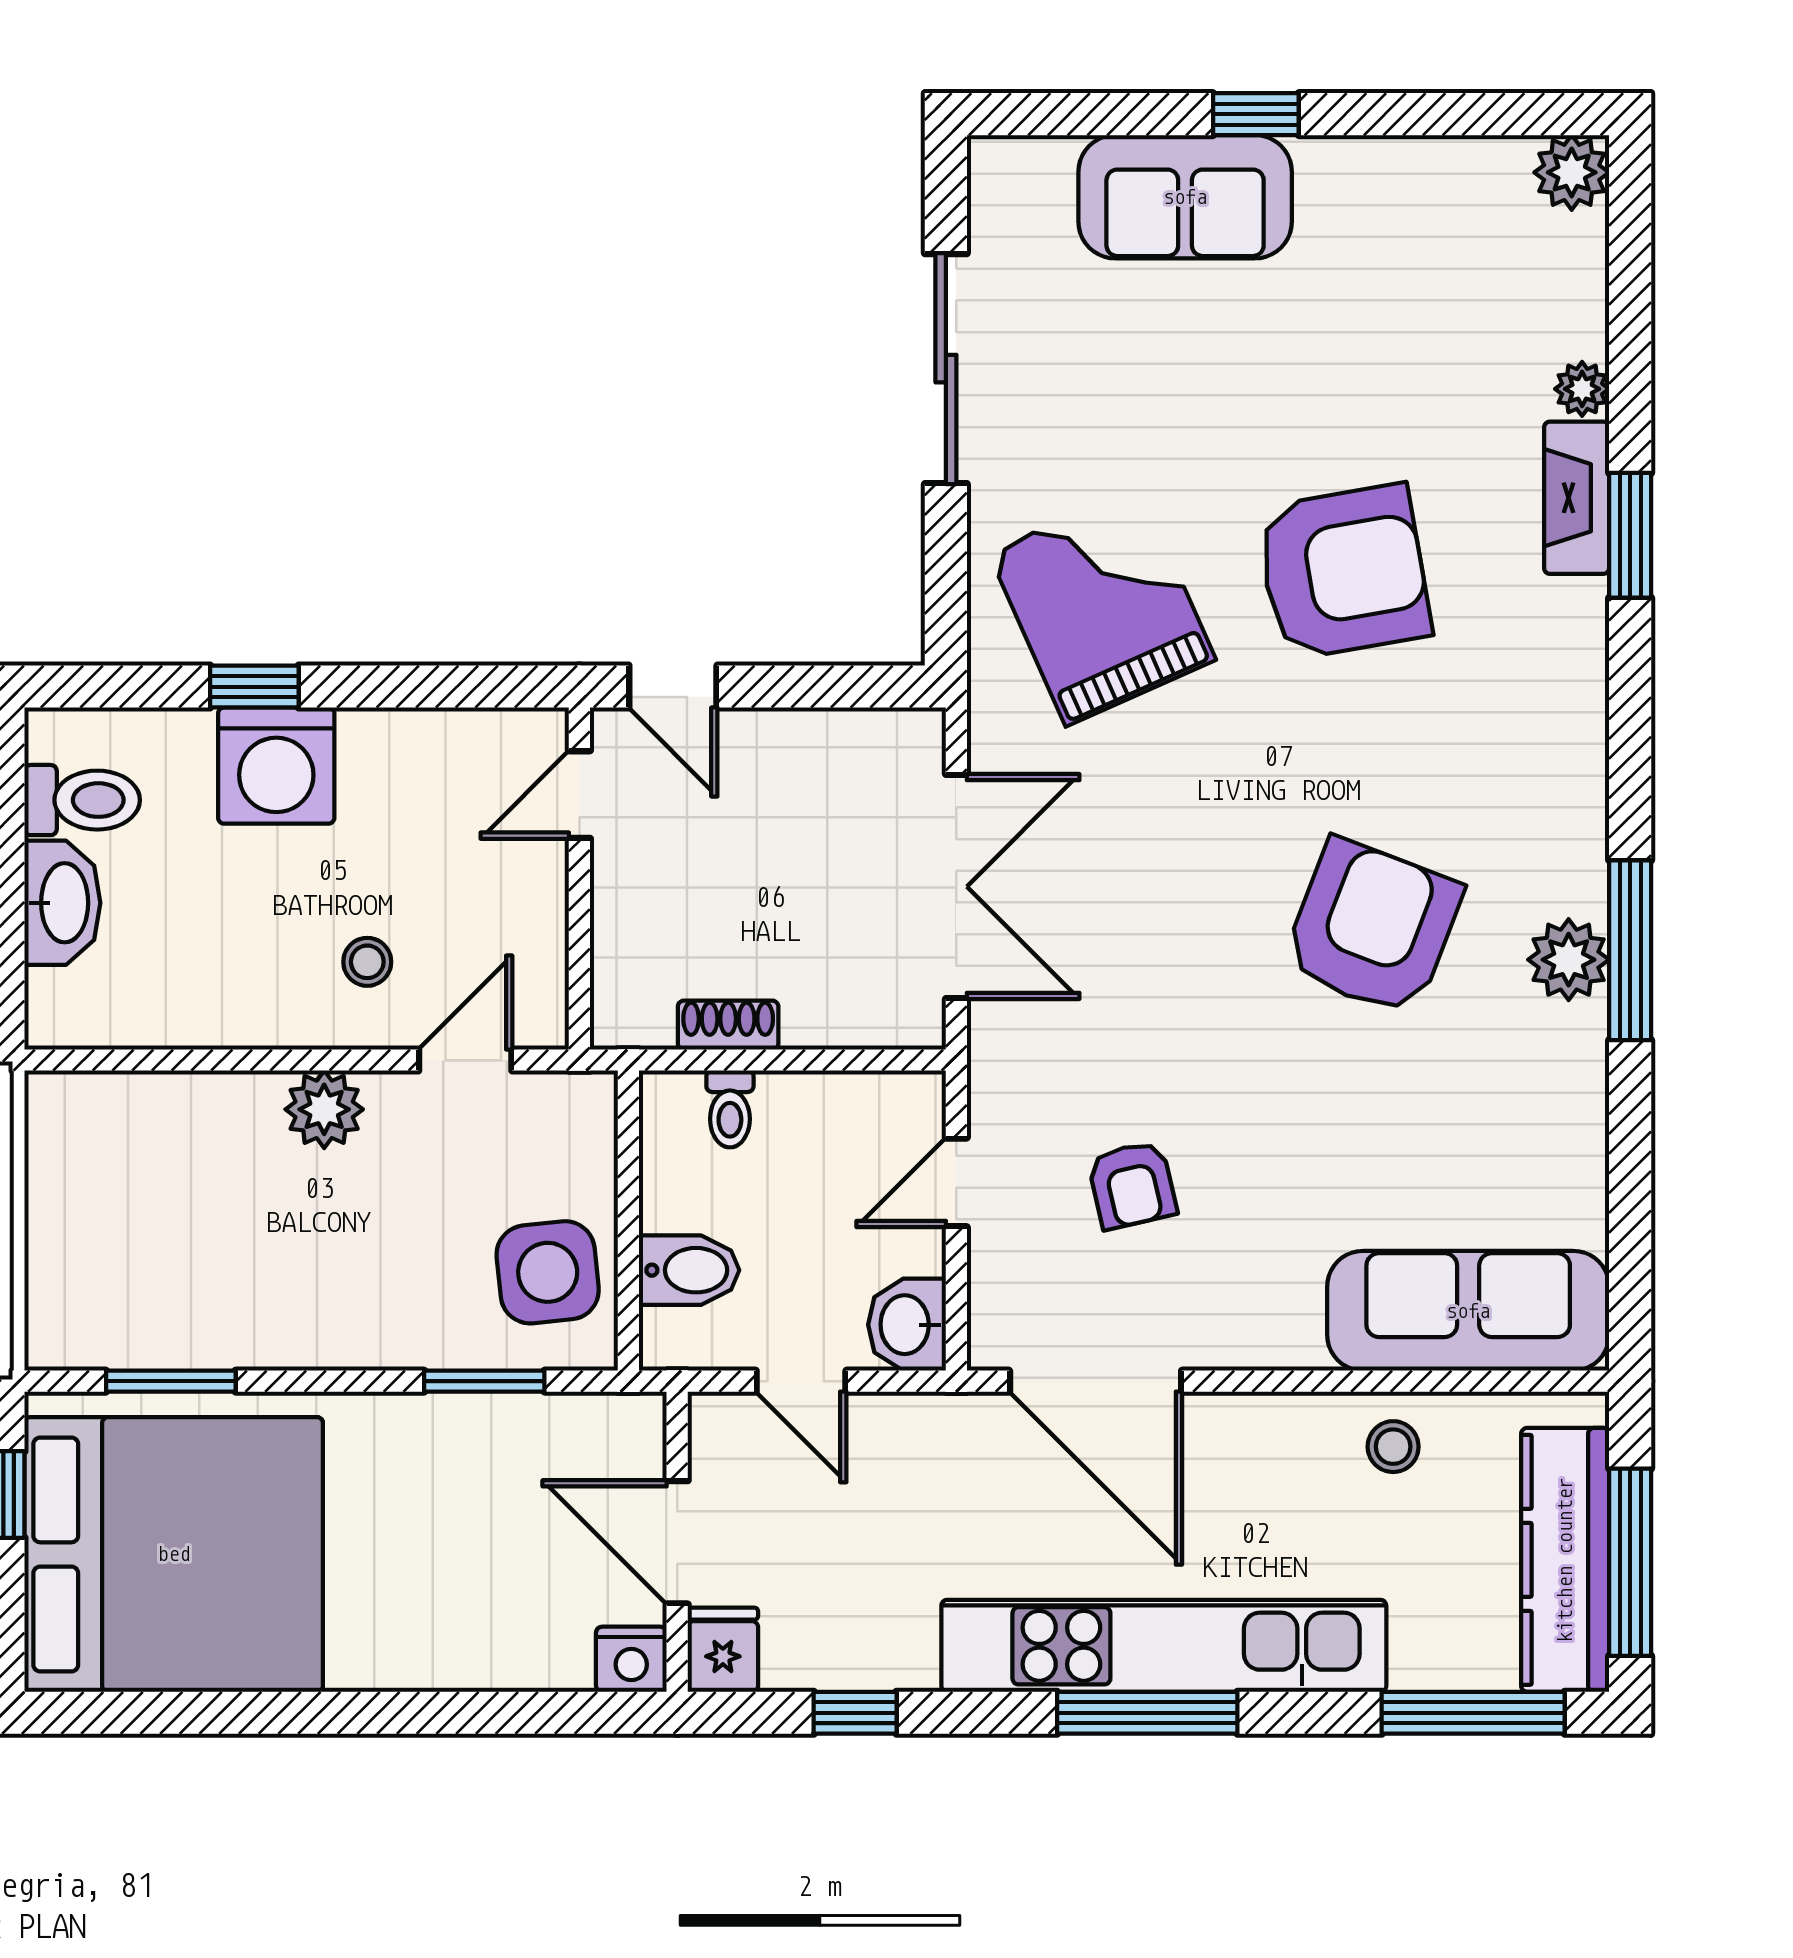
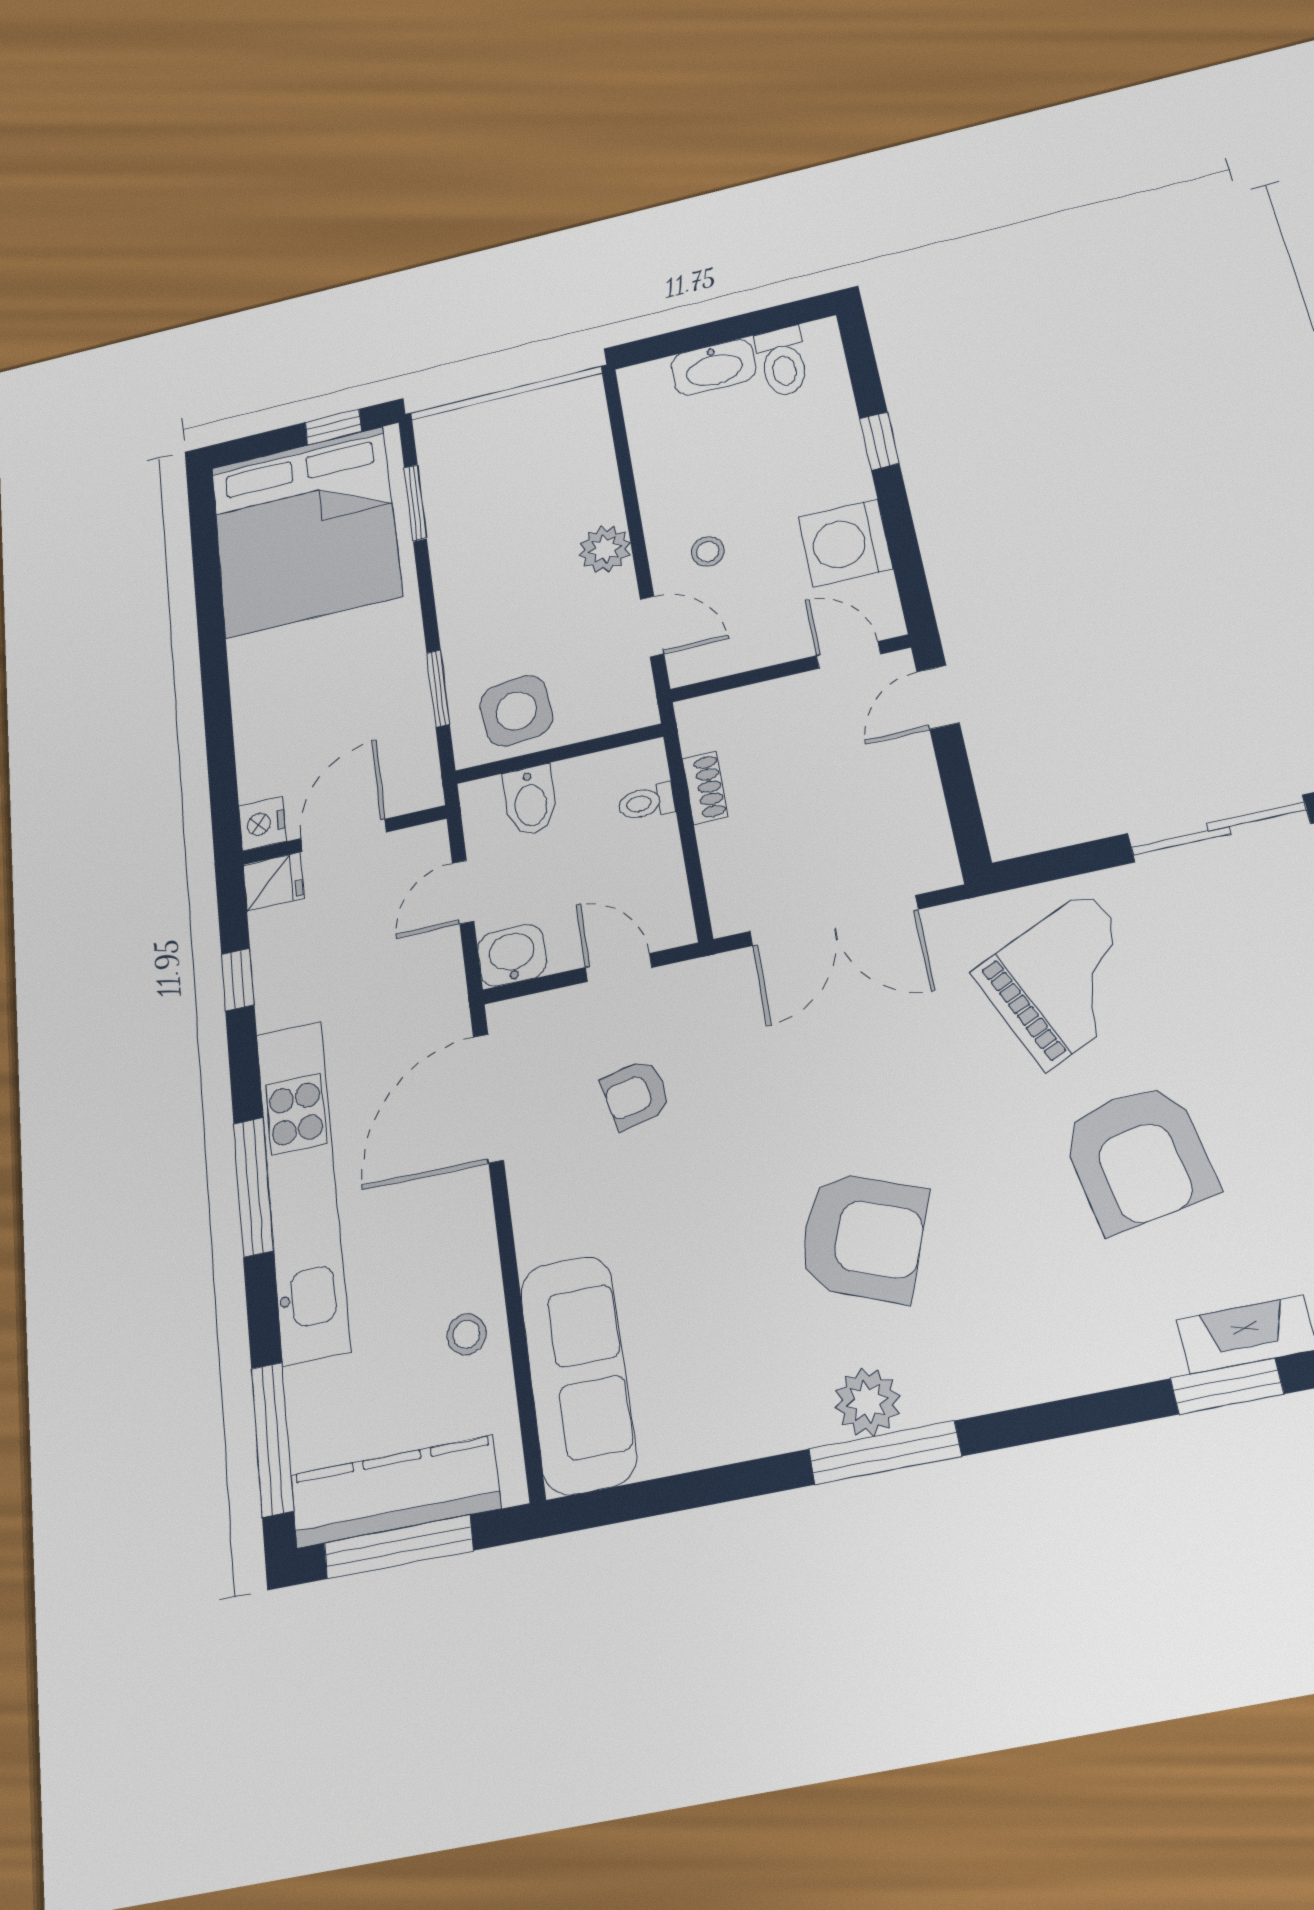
washing machine: (276, 766) -> (845, 543), moved

